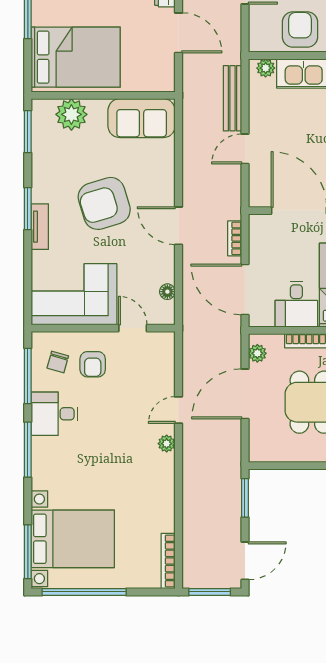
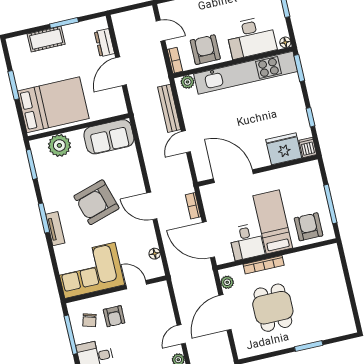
door: (178, 33) -> (121, 71), swing flipped
bookcase: (255, 35) -> (175, 60), added

